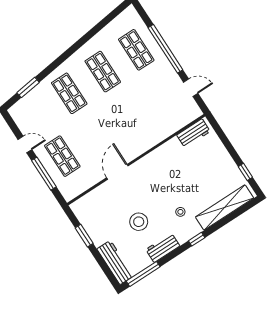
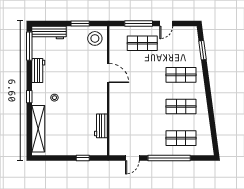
workbench: (193, 133) -> (101, 126), moved
window: (245, 172) -> (83, 158), moved
stool: (139, 222) -> (95, 38), moved

